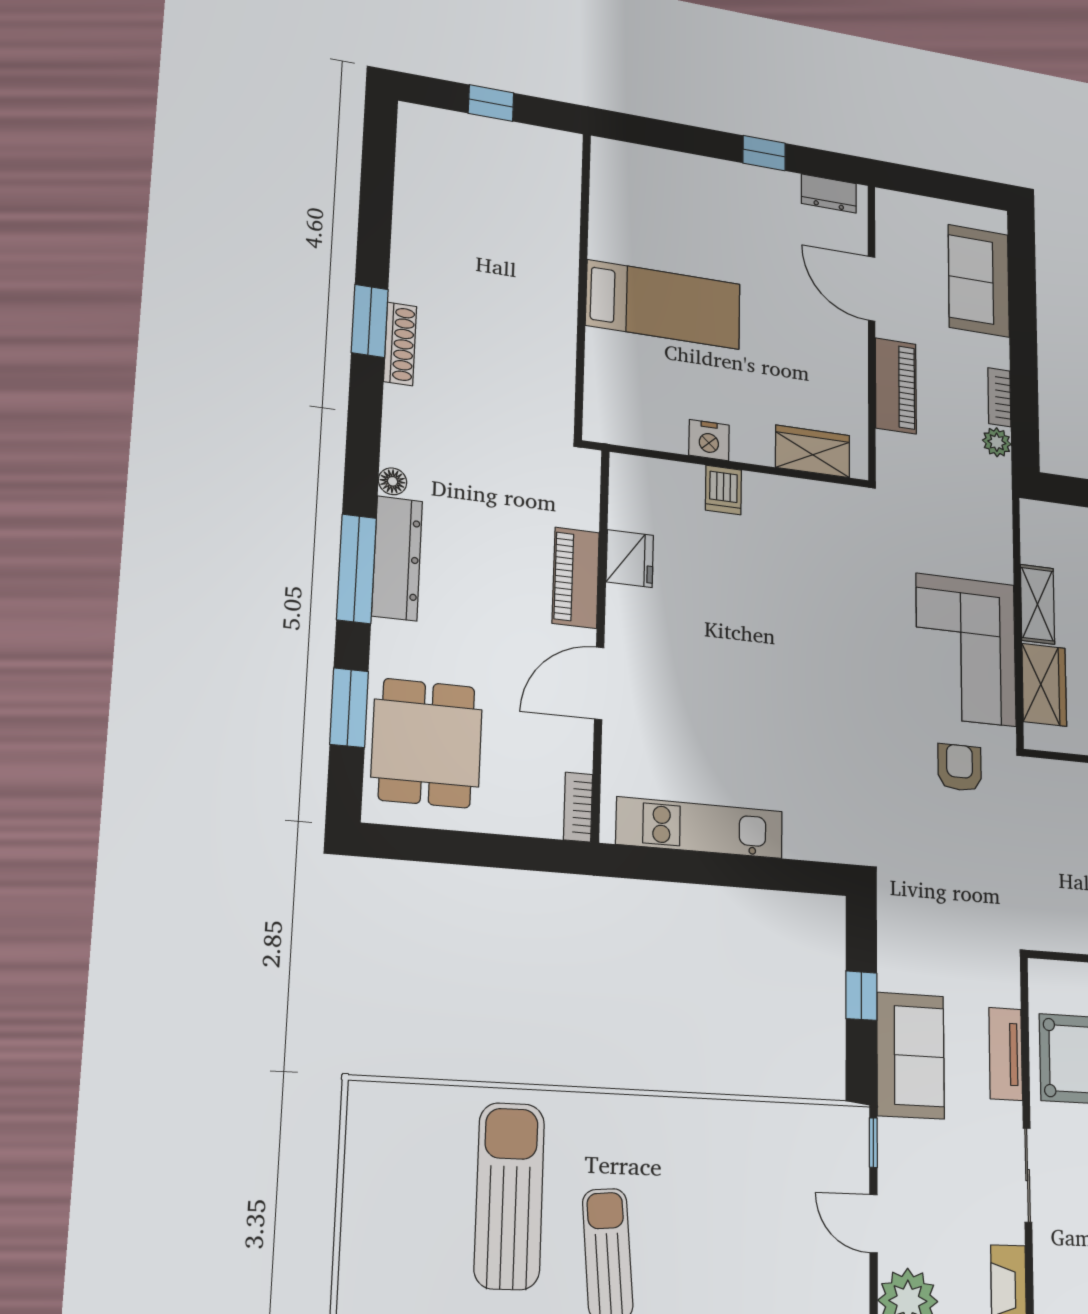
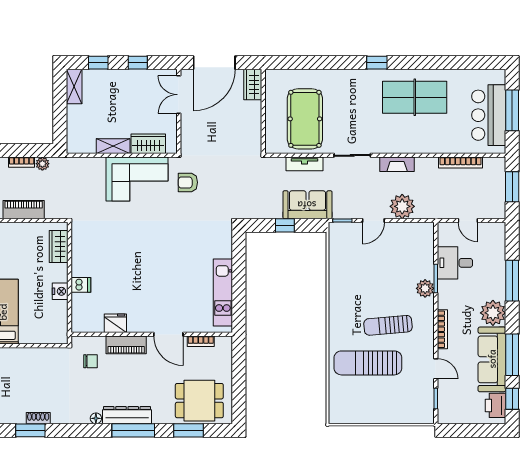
shoe rack: (400, 344) -> (38, 418), width x0.70
chair: (538, 487) -> (90, 361), added
bookcase: (578, 807) -> (201, 341), moved

